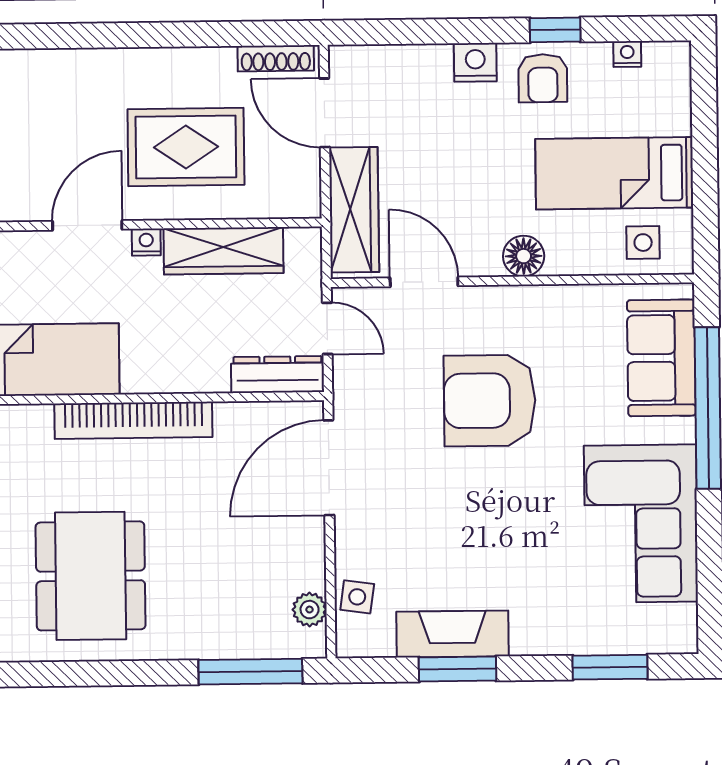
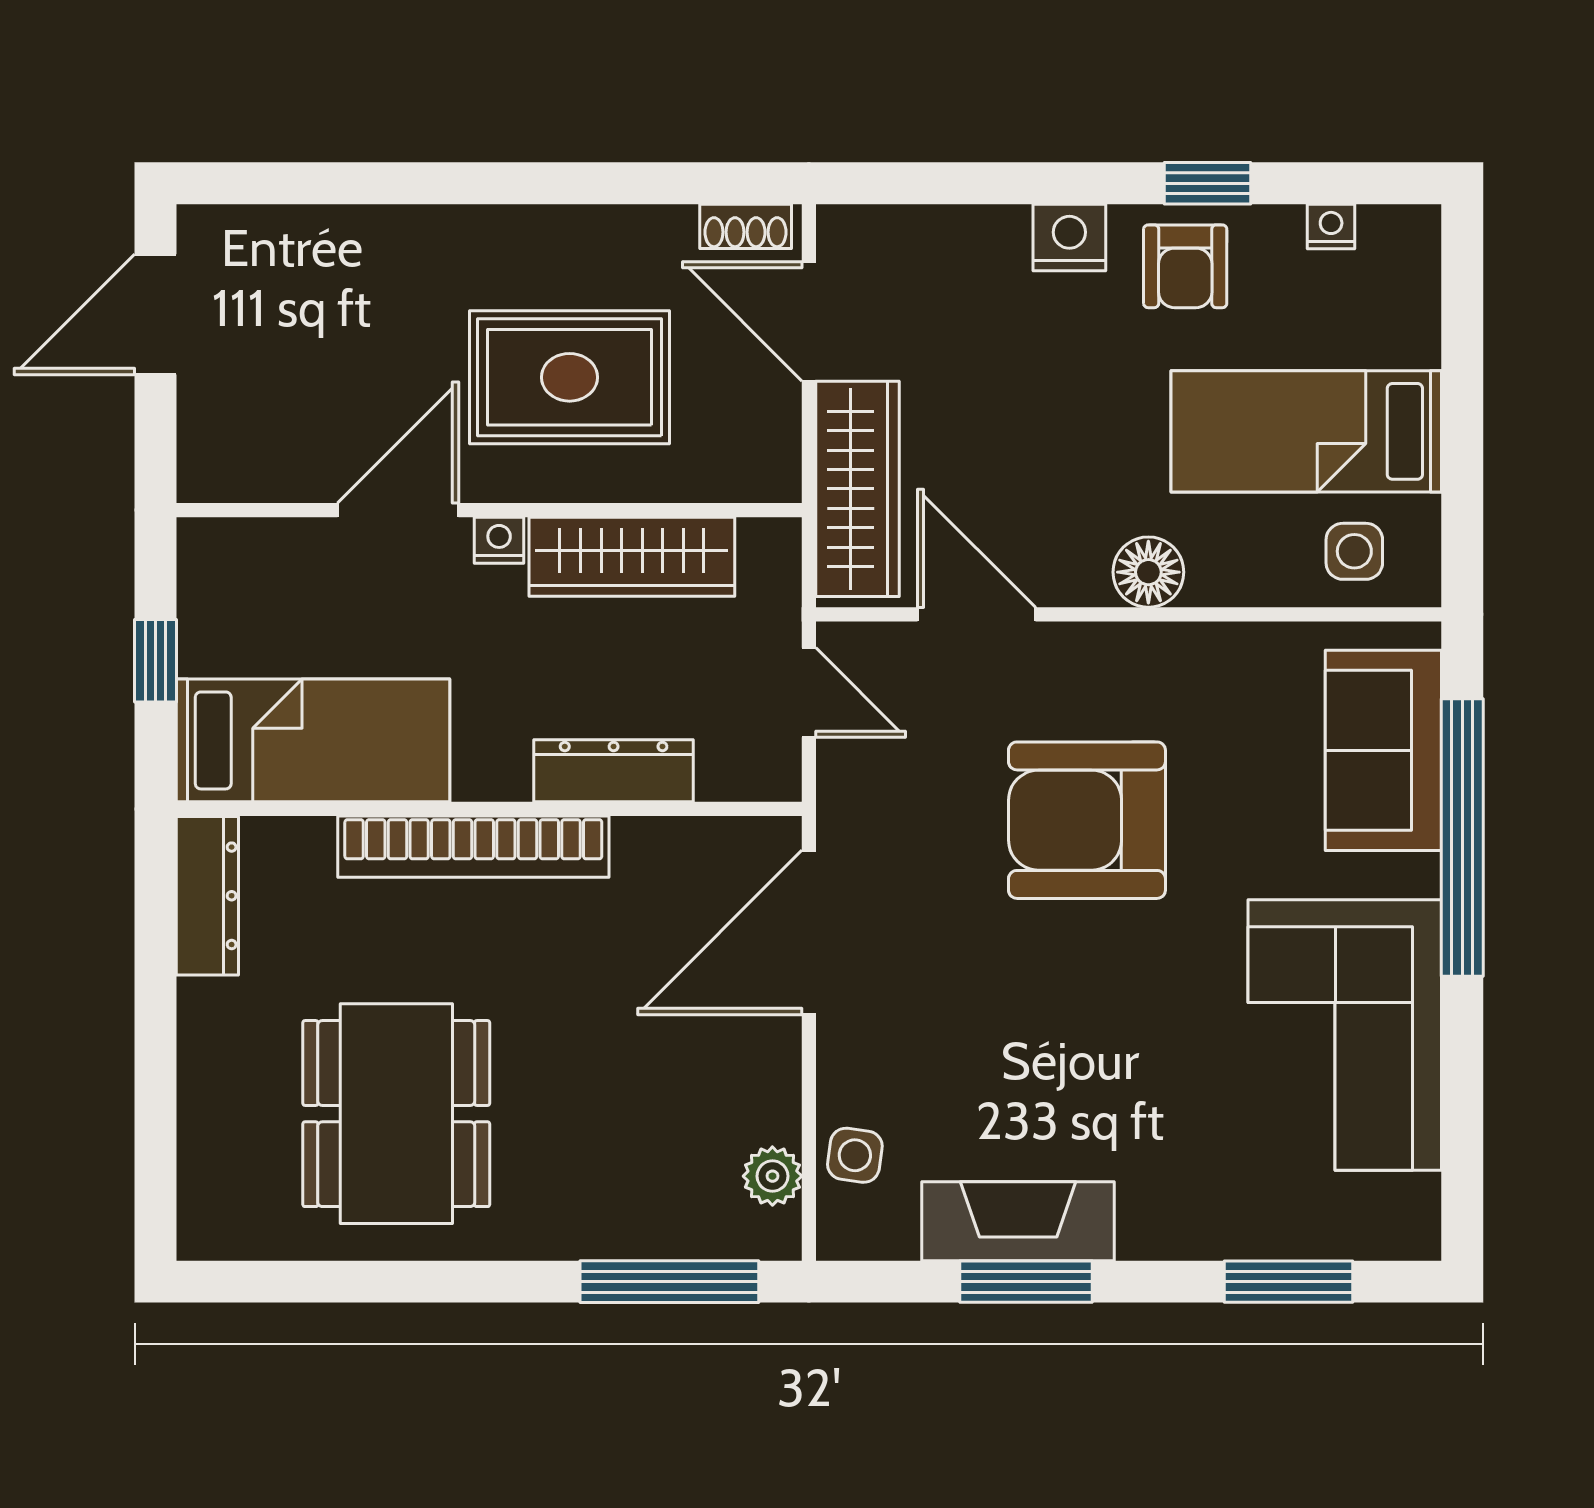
shoe rack: (276, 58) -> (746, 226), width x0.70
dresser: (278, 375) -> (614, 771), moved

